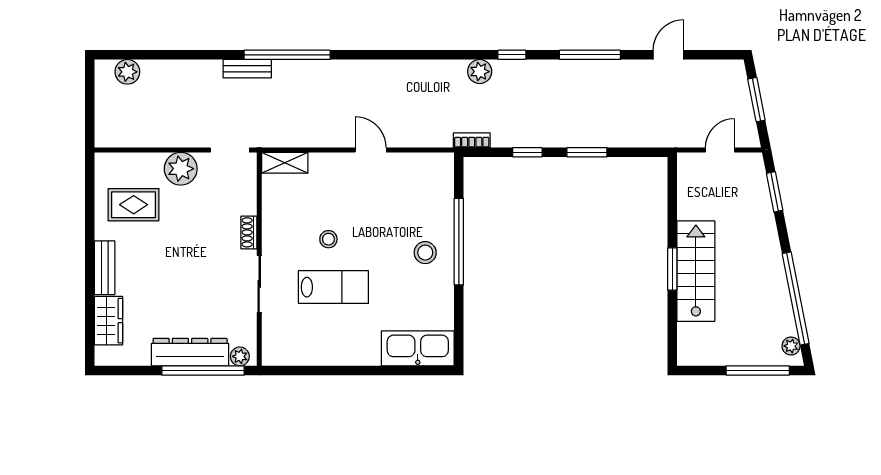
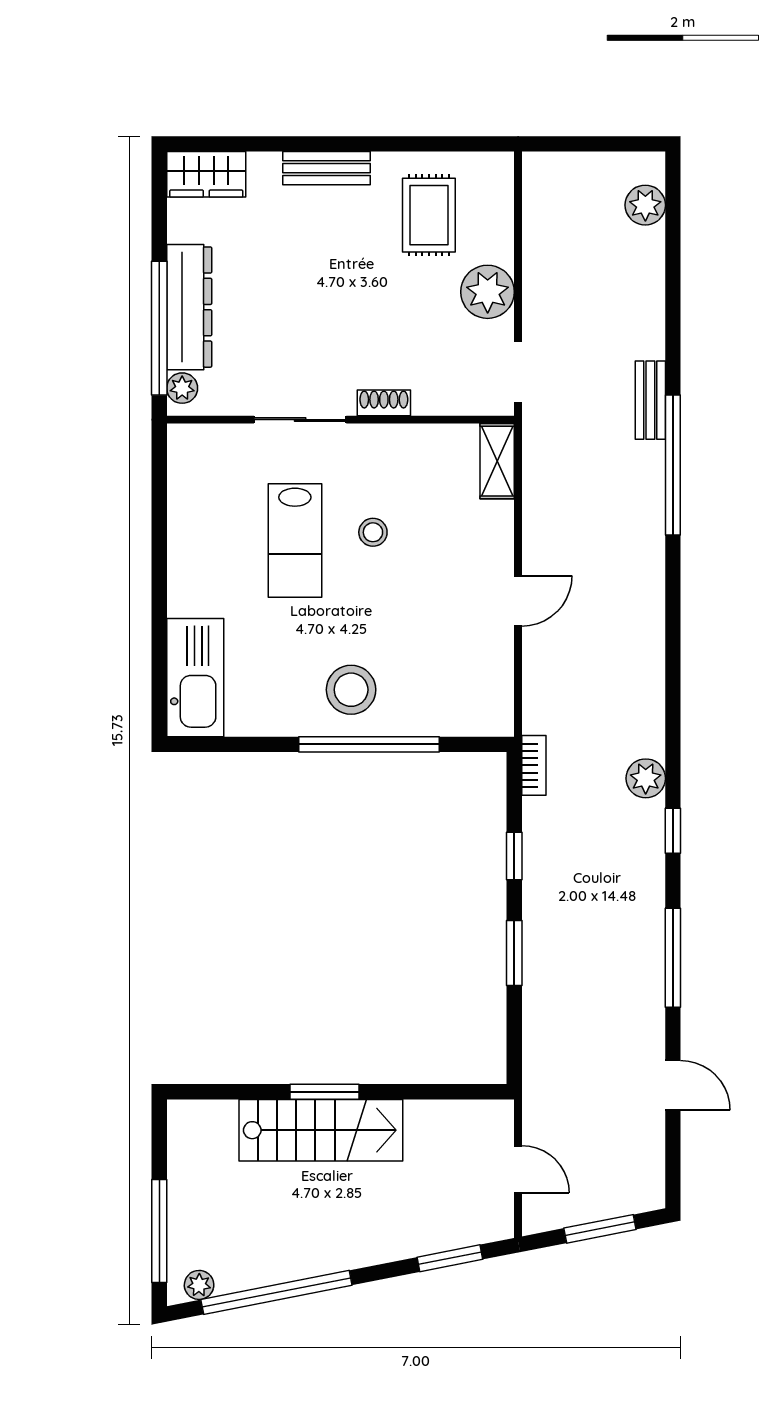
stool: (425, 253) -> (351, 690), width x1.38, depth x1.38
wardrobe: (108, 321) -> (206, 174), moved

